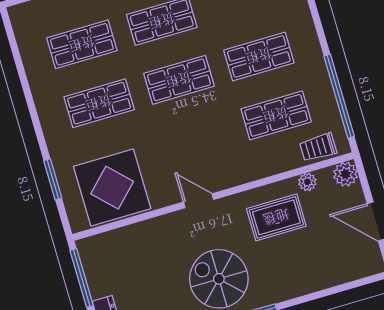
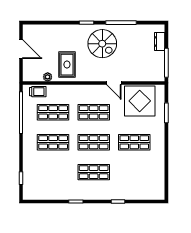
shop shelf: (82, 44) -> (94, 112), moved
plant: (346, 174) -> (29, 75), removed
door: (199, 201) -> (114, 83), moved
rug: (276, 217) -> (67, 65), turned 90

